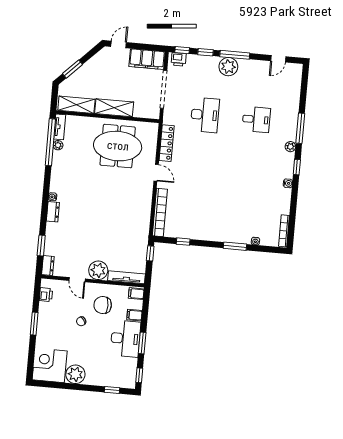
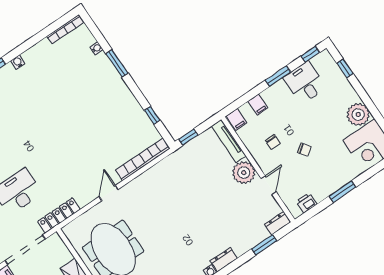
locker: (167, 143) -> (59, 215), moved
chair: (103, 305) -> (273, 142), width x0.54, depth x0.54
desk: (125, 339) -> (305, 83), moved, width x0.73

